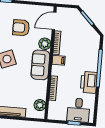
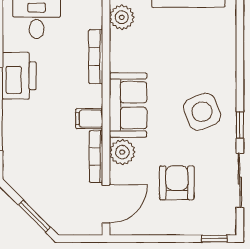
armchair: (21, 28) -> (177, 183), turned -90

